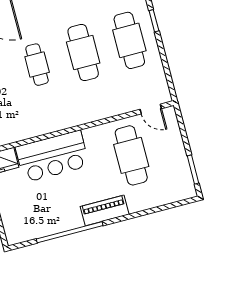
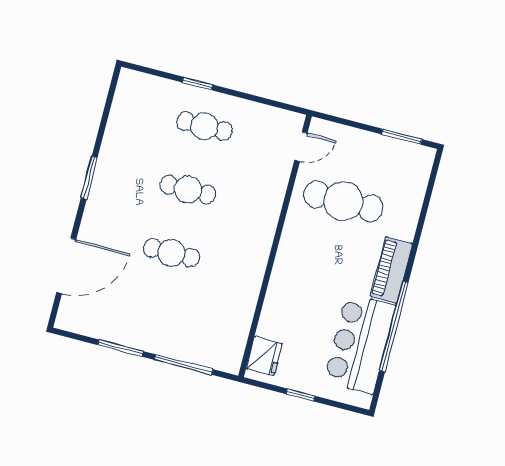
cafe table: (129, 40) -> (204, 126), width x0.73, depth x0.74
cafe table: (83, 52) -> (188, 190), width x0.73, depth x0.74
bar counter: (52, 156) -> (360, 344), moved, turned 180

